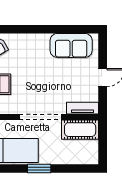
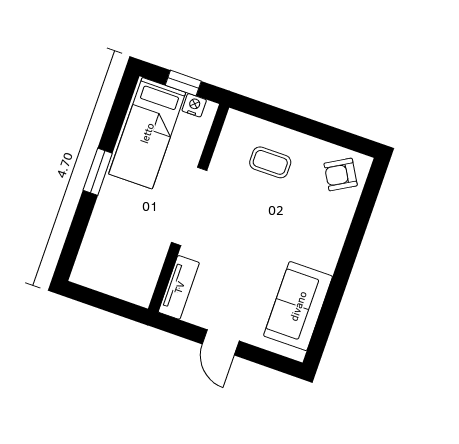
cot: (80, 130) -> (142, 270), removed

